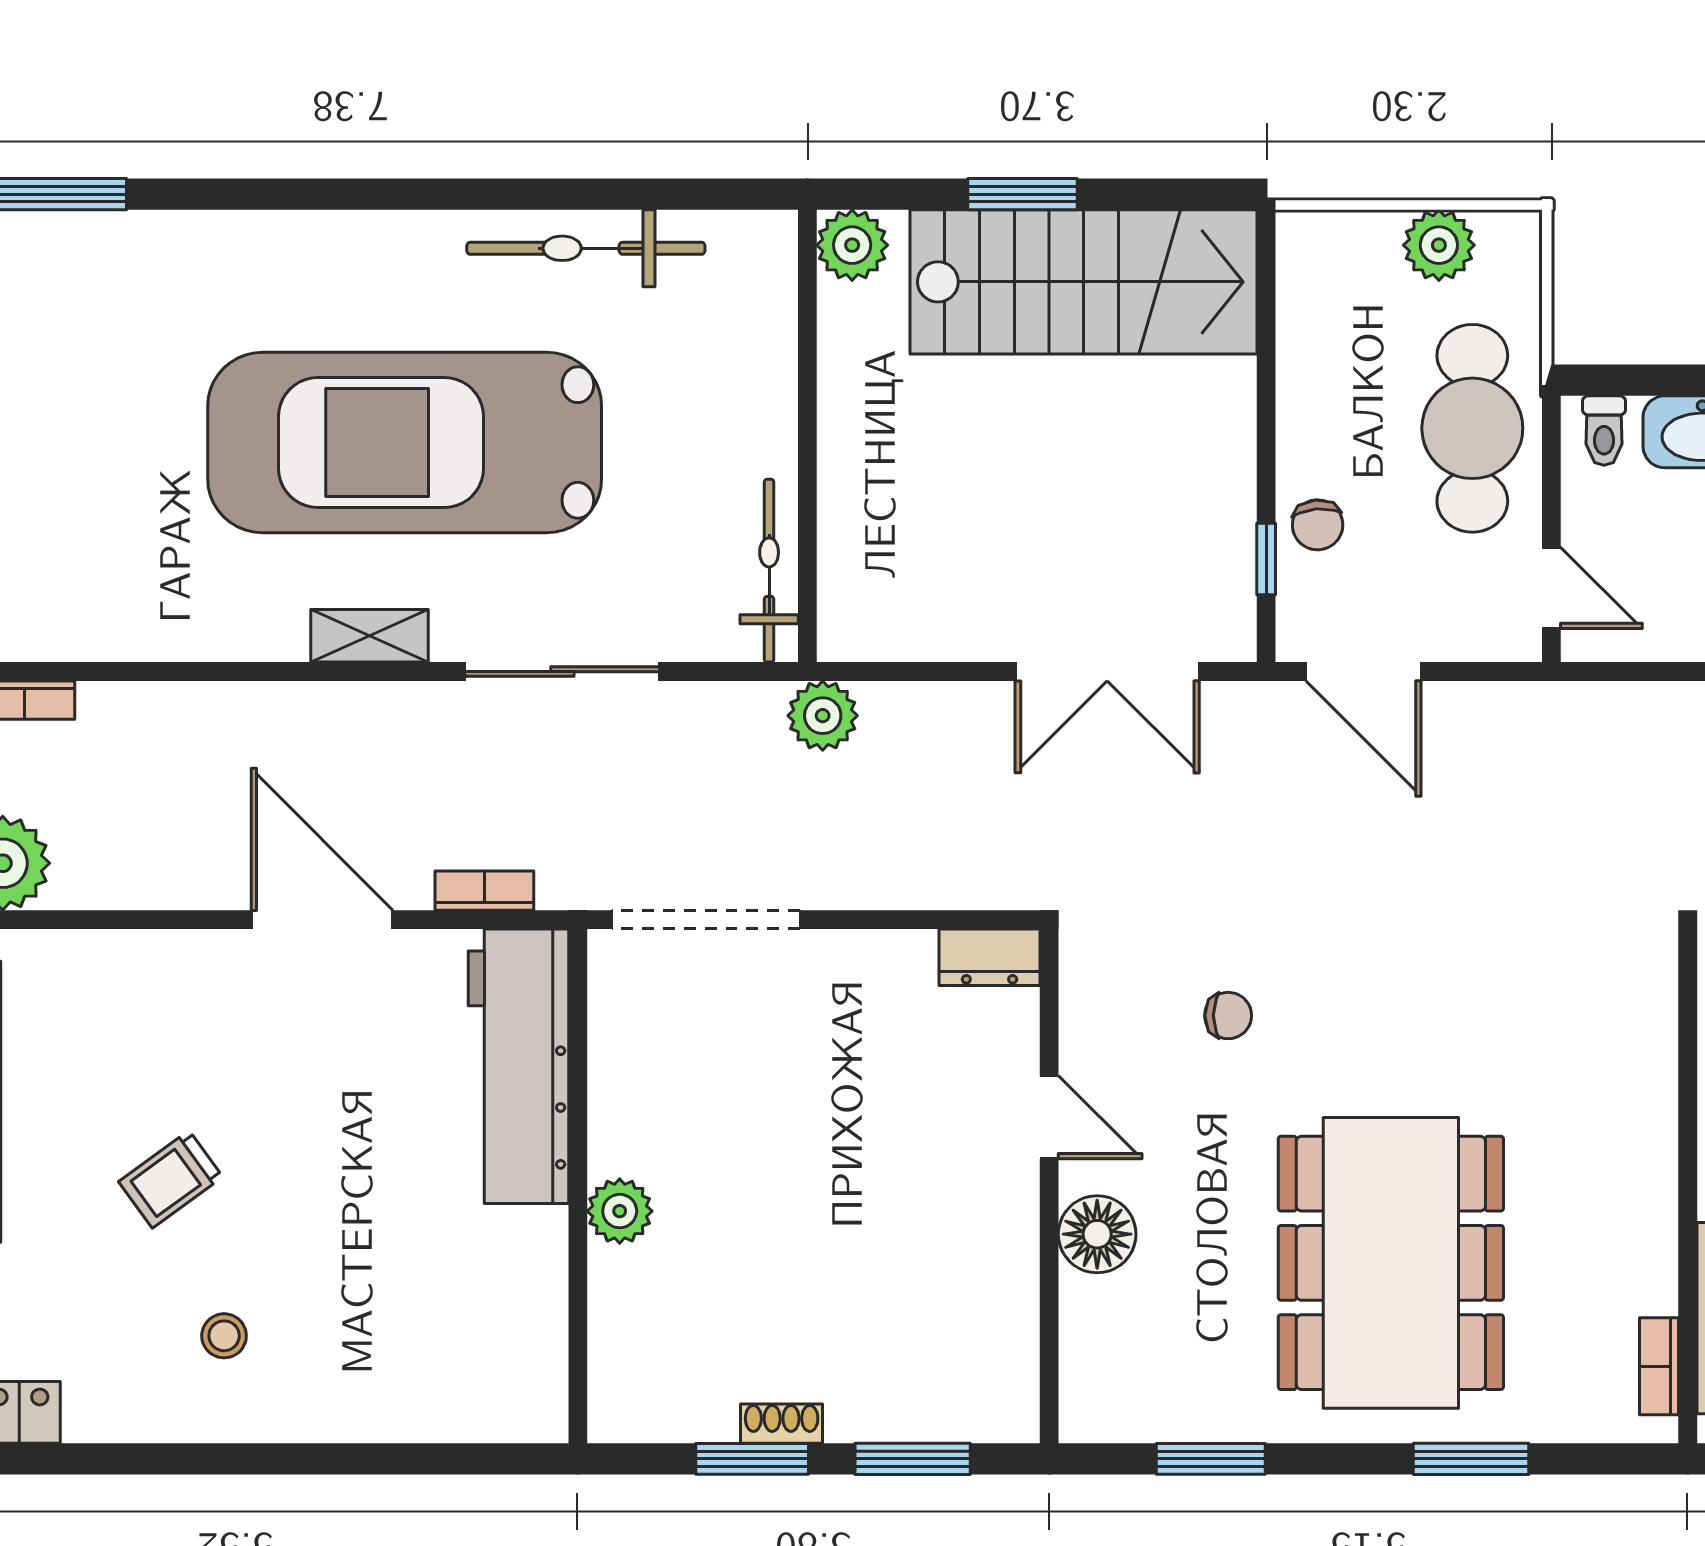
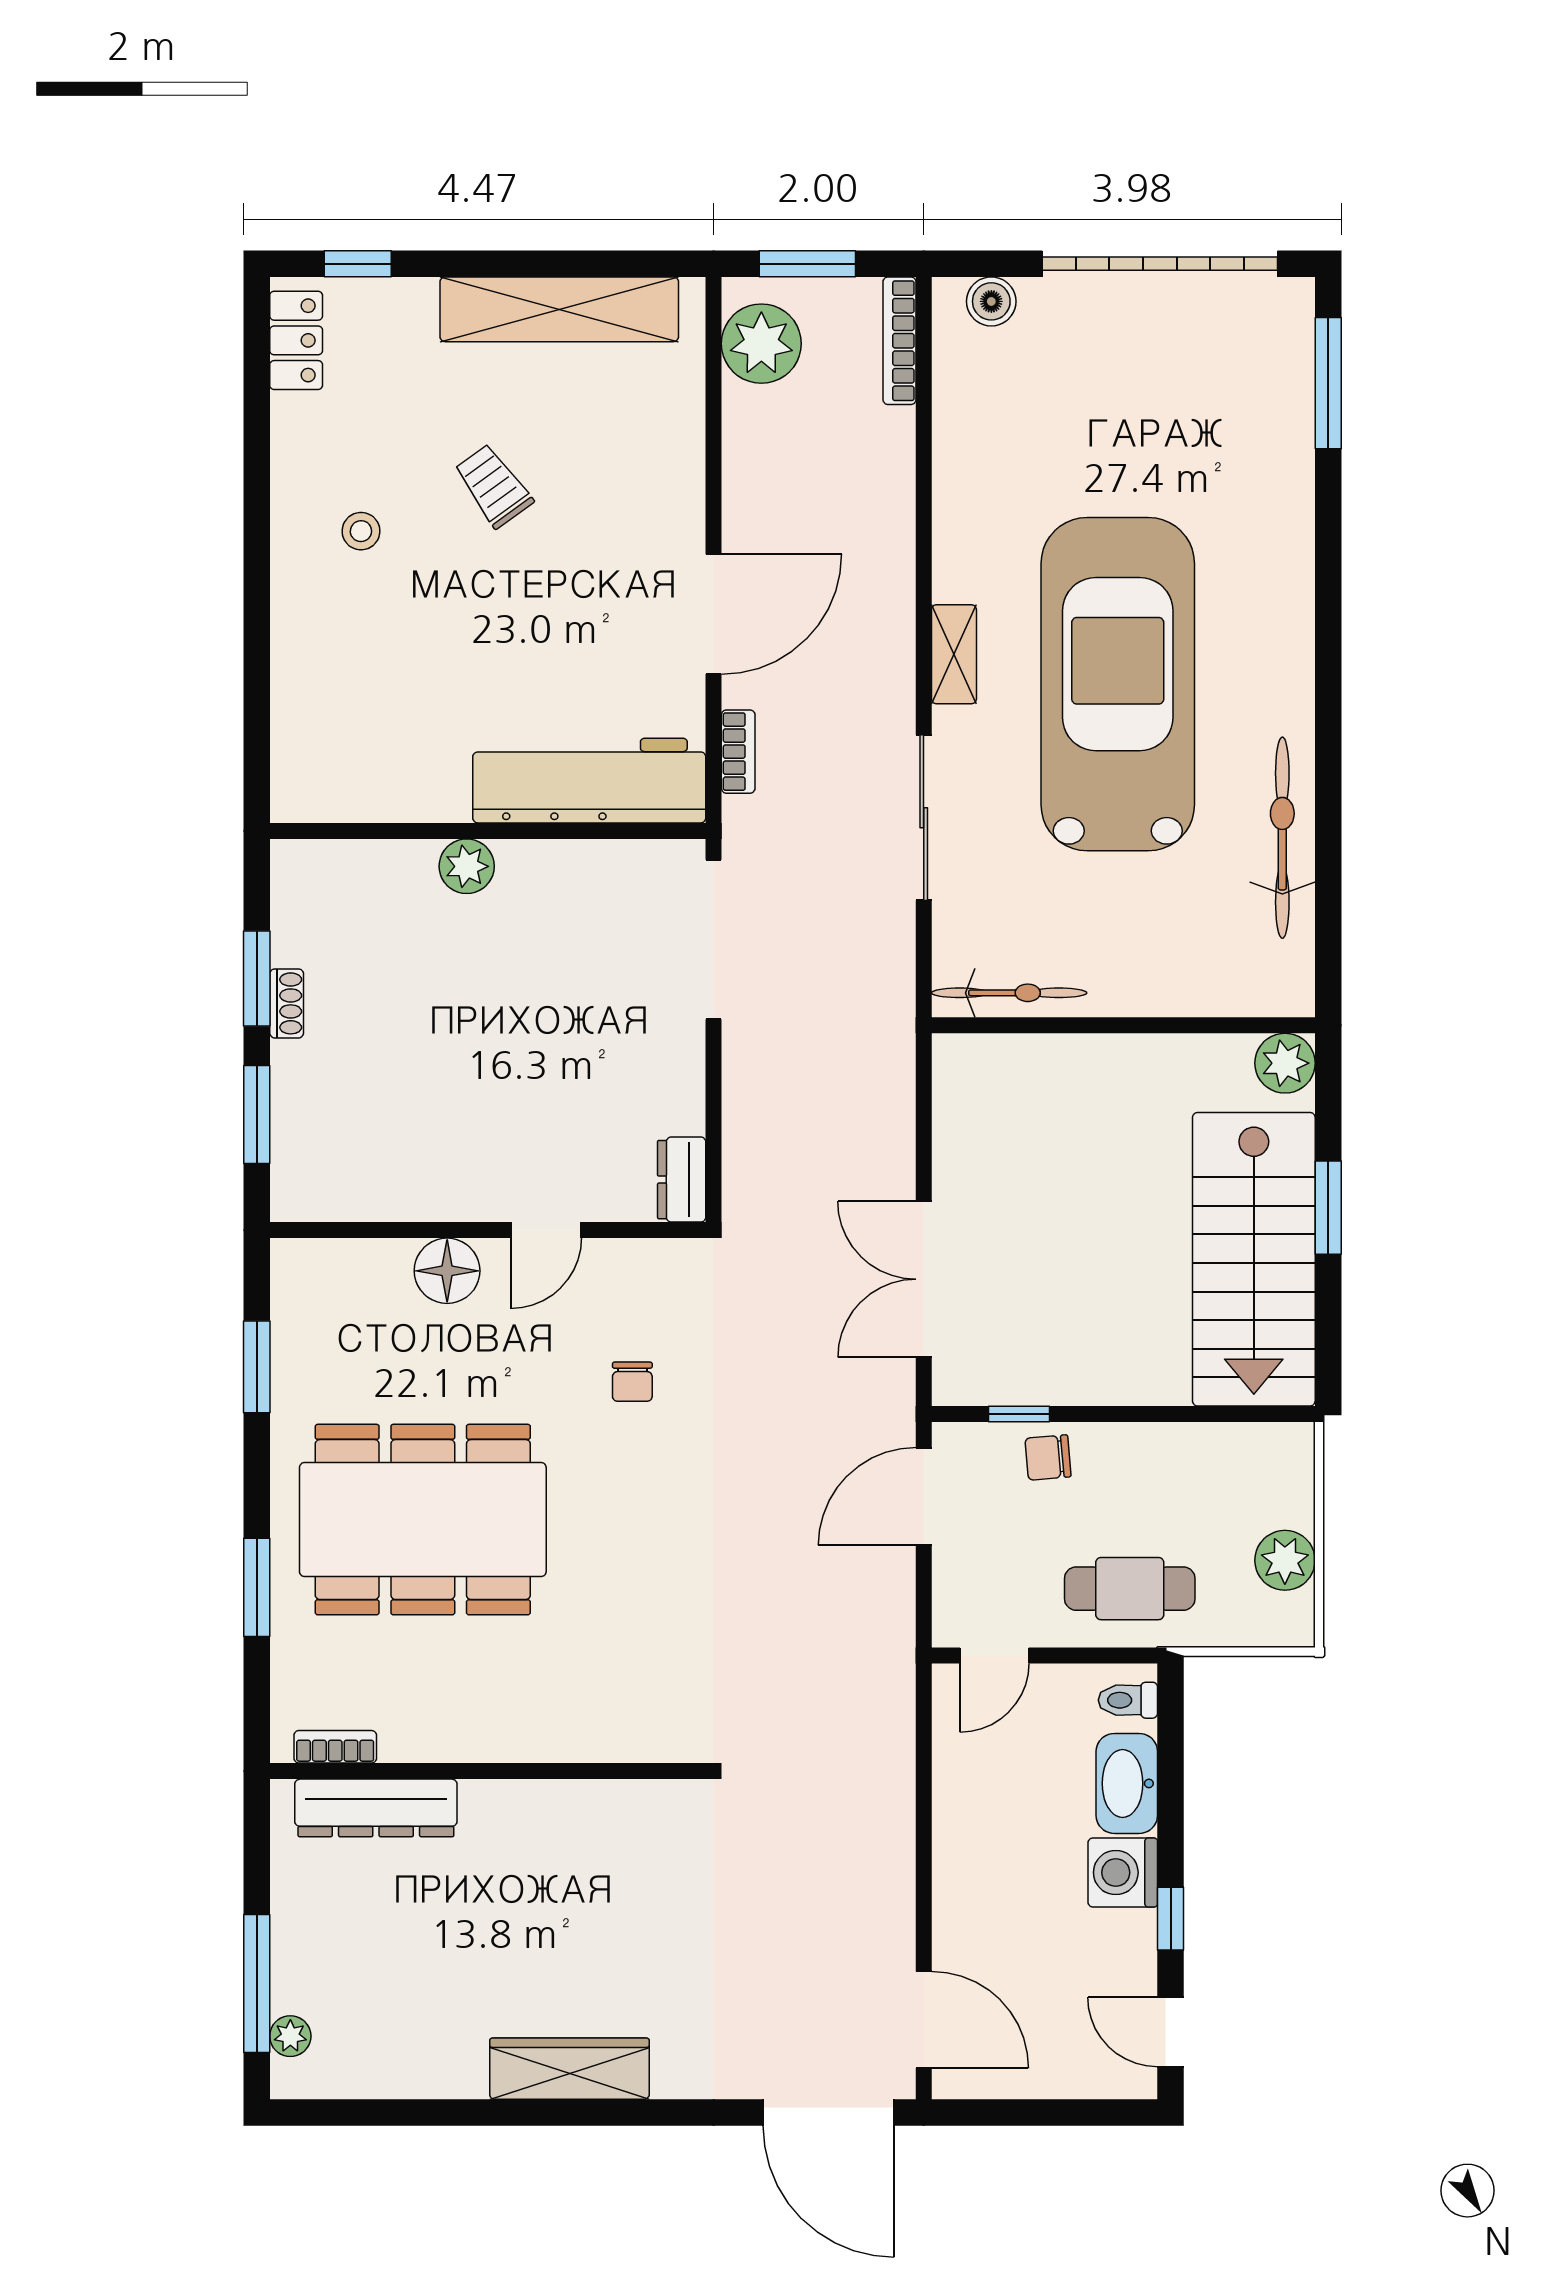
cafe table: (1472, 428) -> (1130, 1589), width x0.73, depth x0.74
plant: (823, 716) -> (886, 1038), removed

